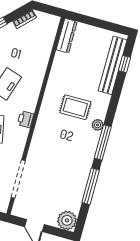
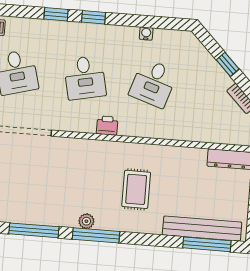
window: (125, 64) -> (207, 244), width x2.17
plant: (98, 125) -> (86, 221), moved

